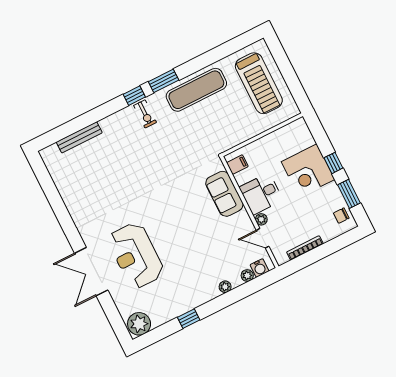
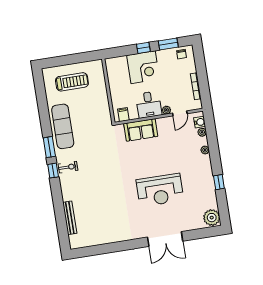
treadmill: (259, 83) -> (72, 82), width x0.73, depth x0.73
reception desk: (136, 255) -> (160, 190), moved

